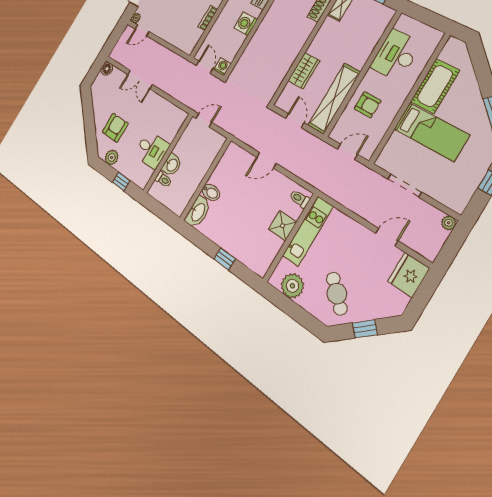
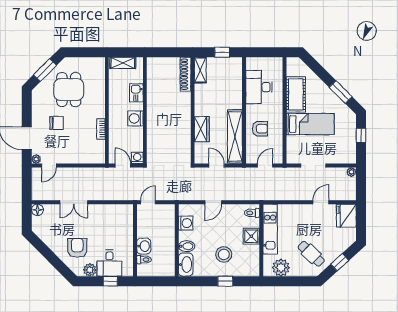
desk: (152, 150) -> (109, 263), moved, turned 90
washing machine: (225, 166) -> (186, 223), added
stool: (241, 227) -> (224, 254), added

